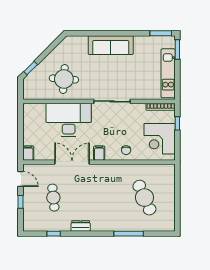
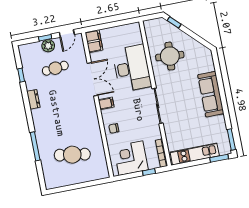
filing cabinet: (28, 153) -> (94, 41), width x2.00
cafe table: (144, 198) -> (72, 155), turned 33
plant: (29, 200) -> (48, 46), added

